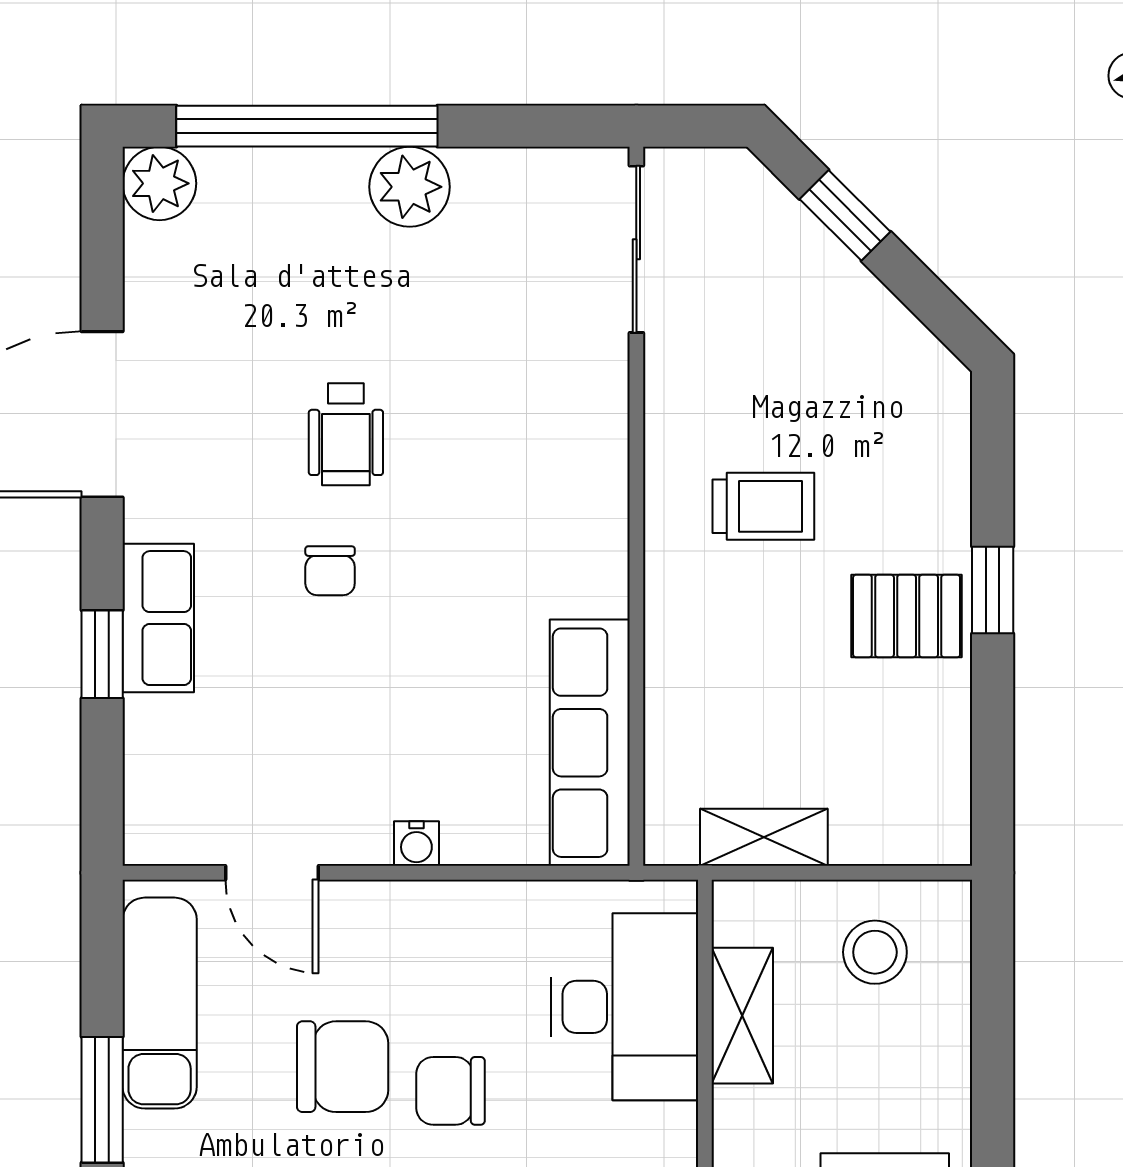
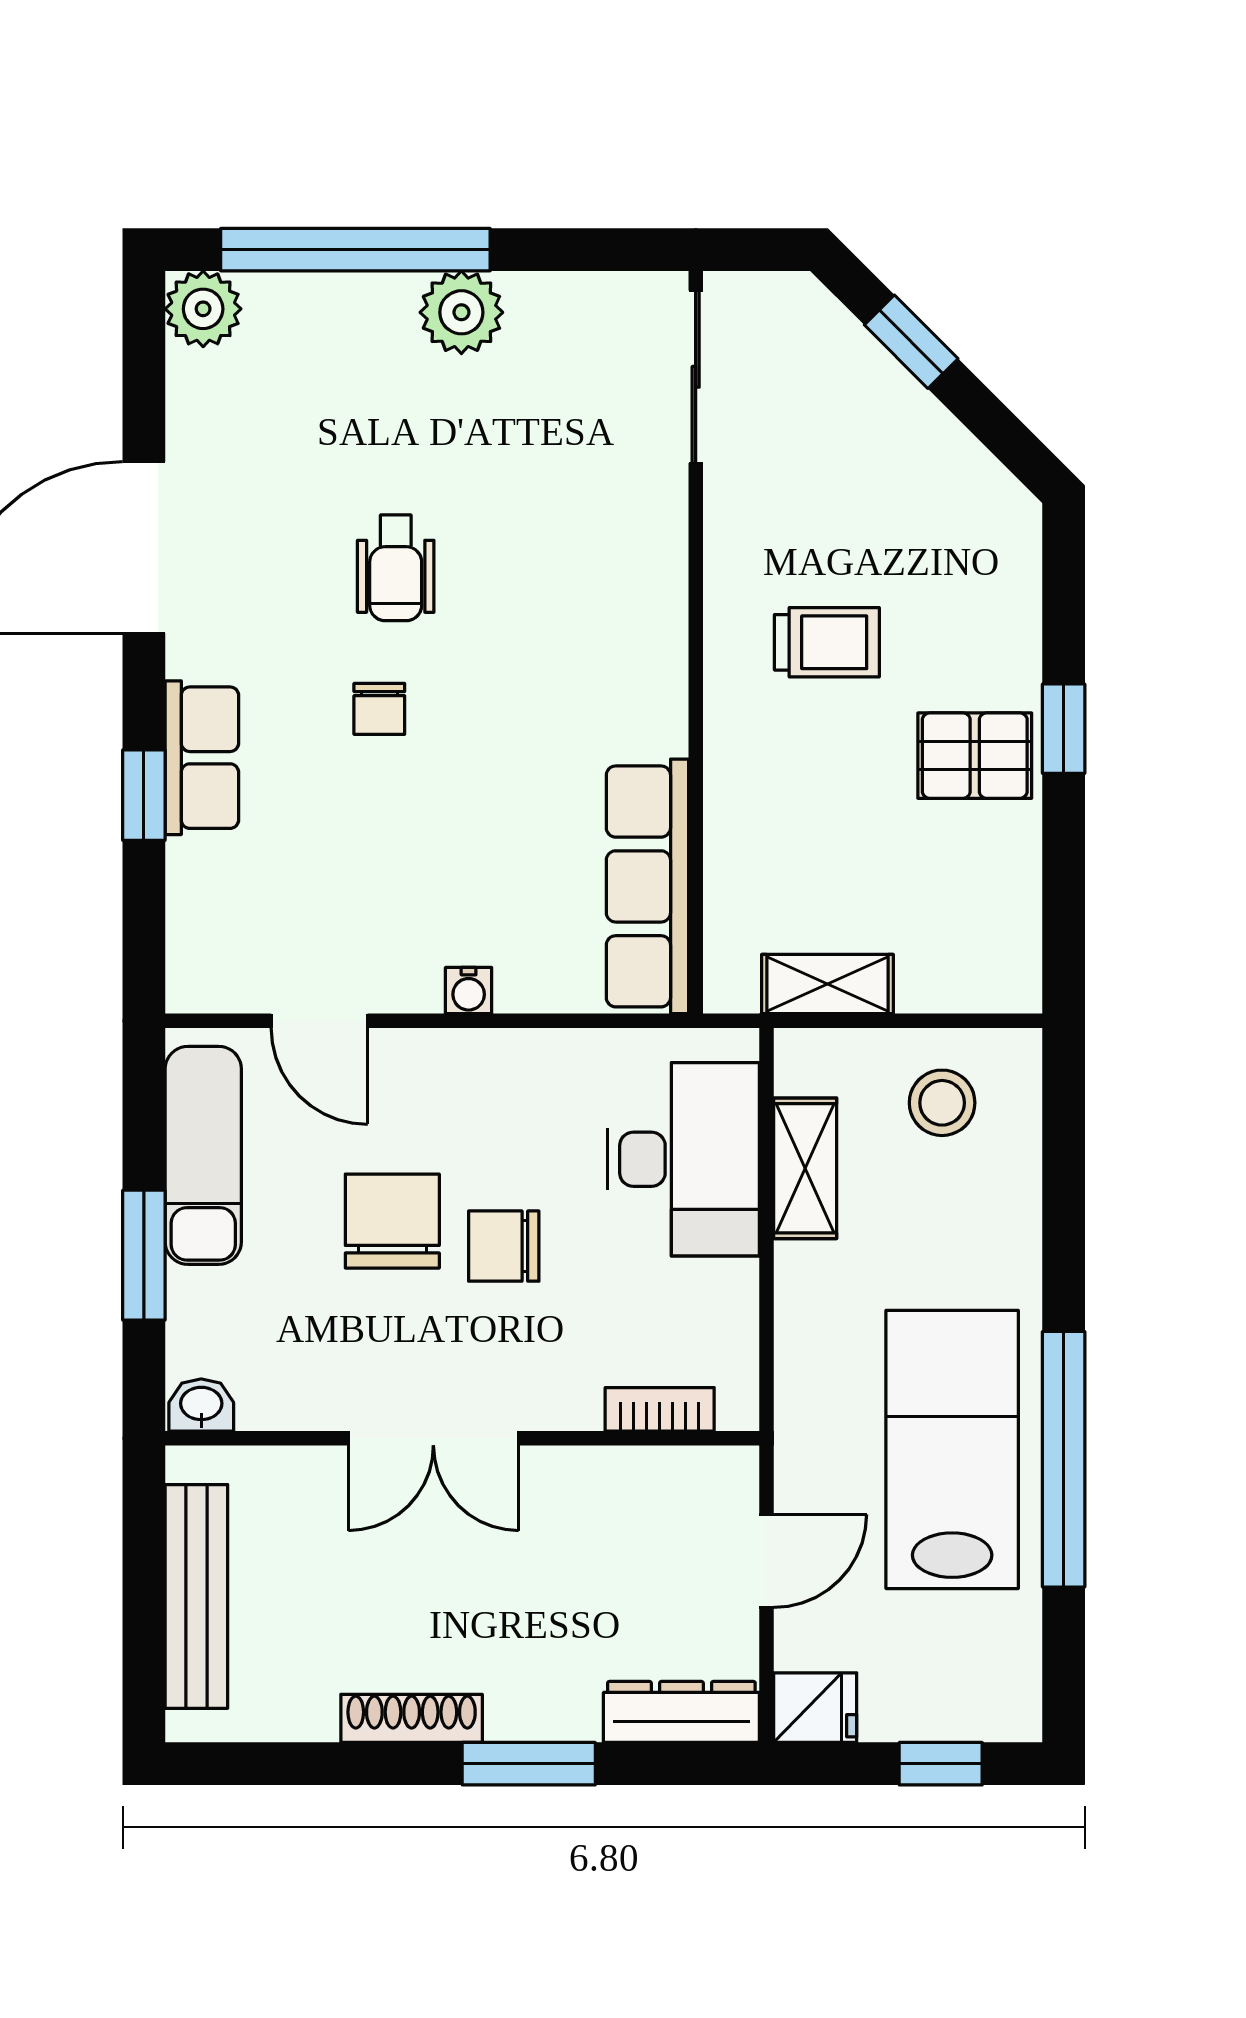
chair: (343, 1067) -> (392, 1221), turned -90

